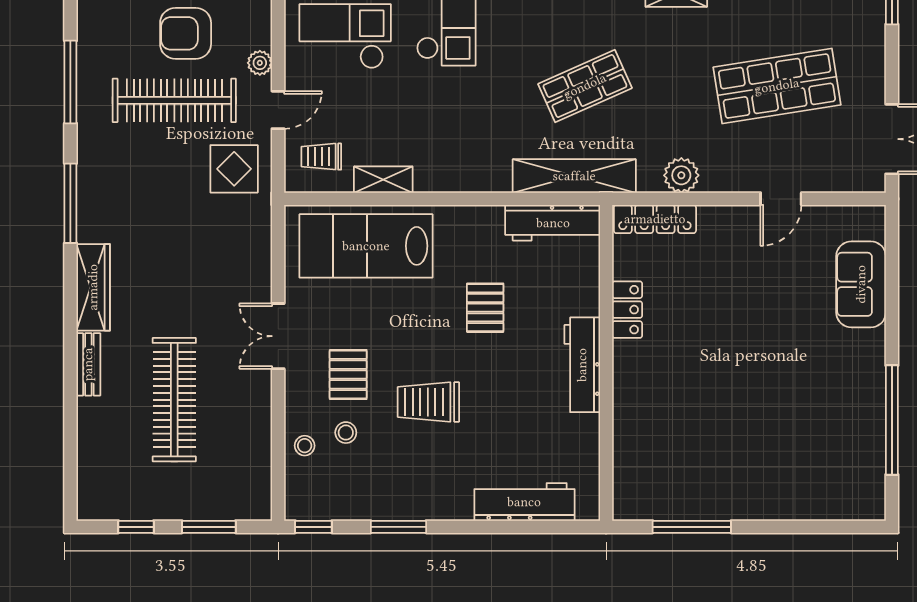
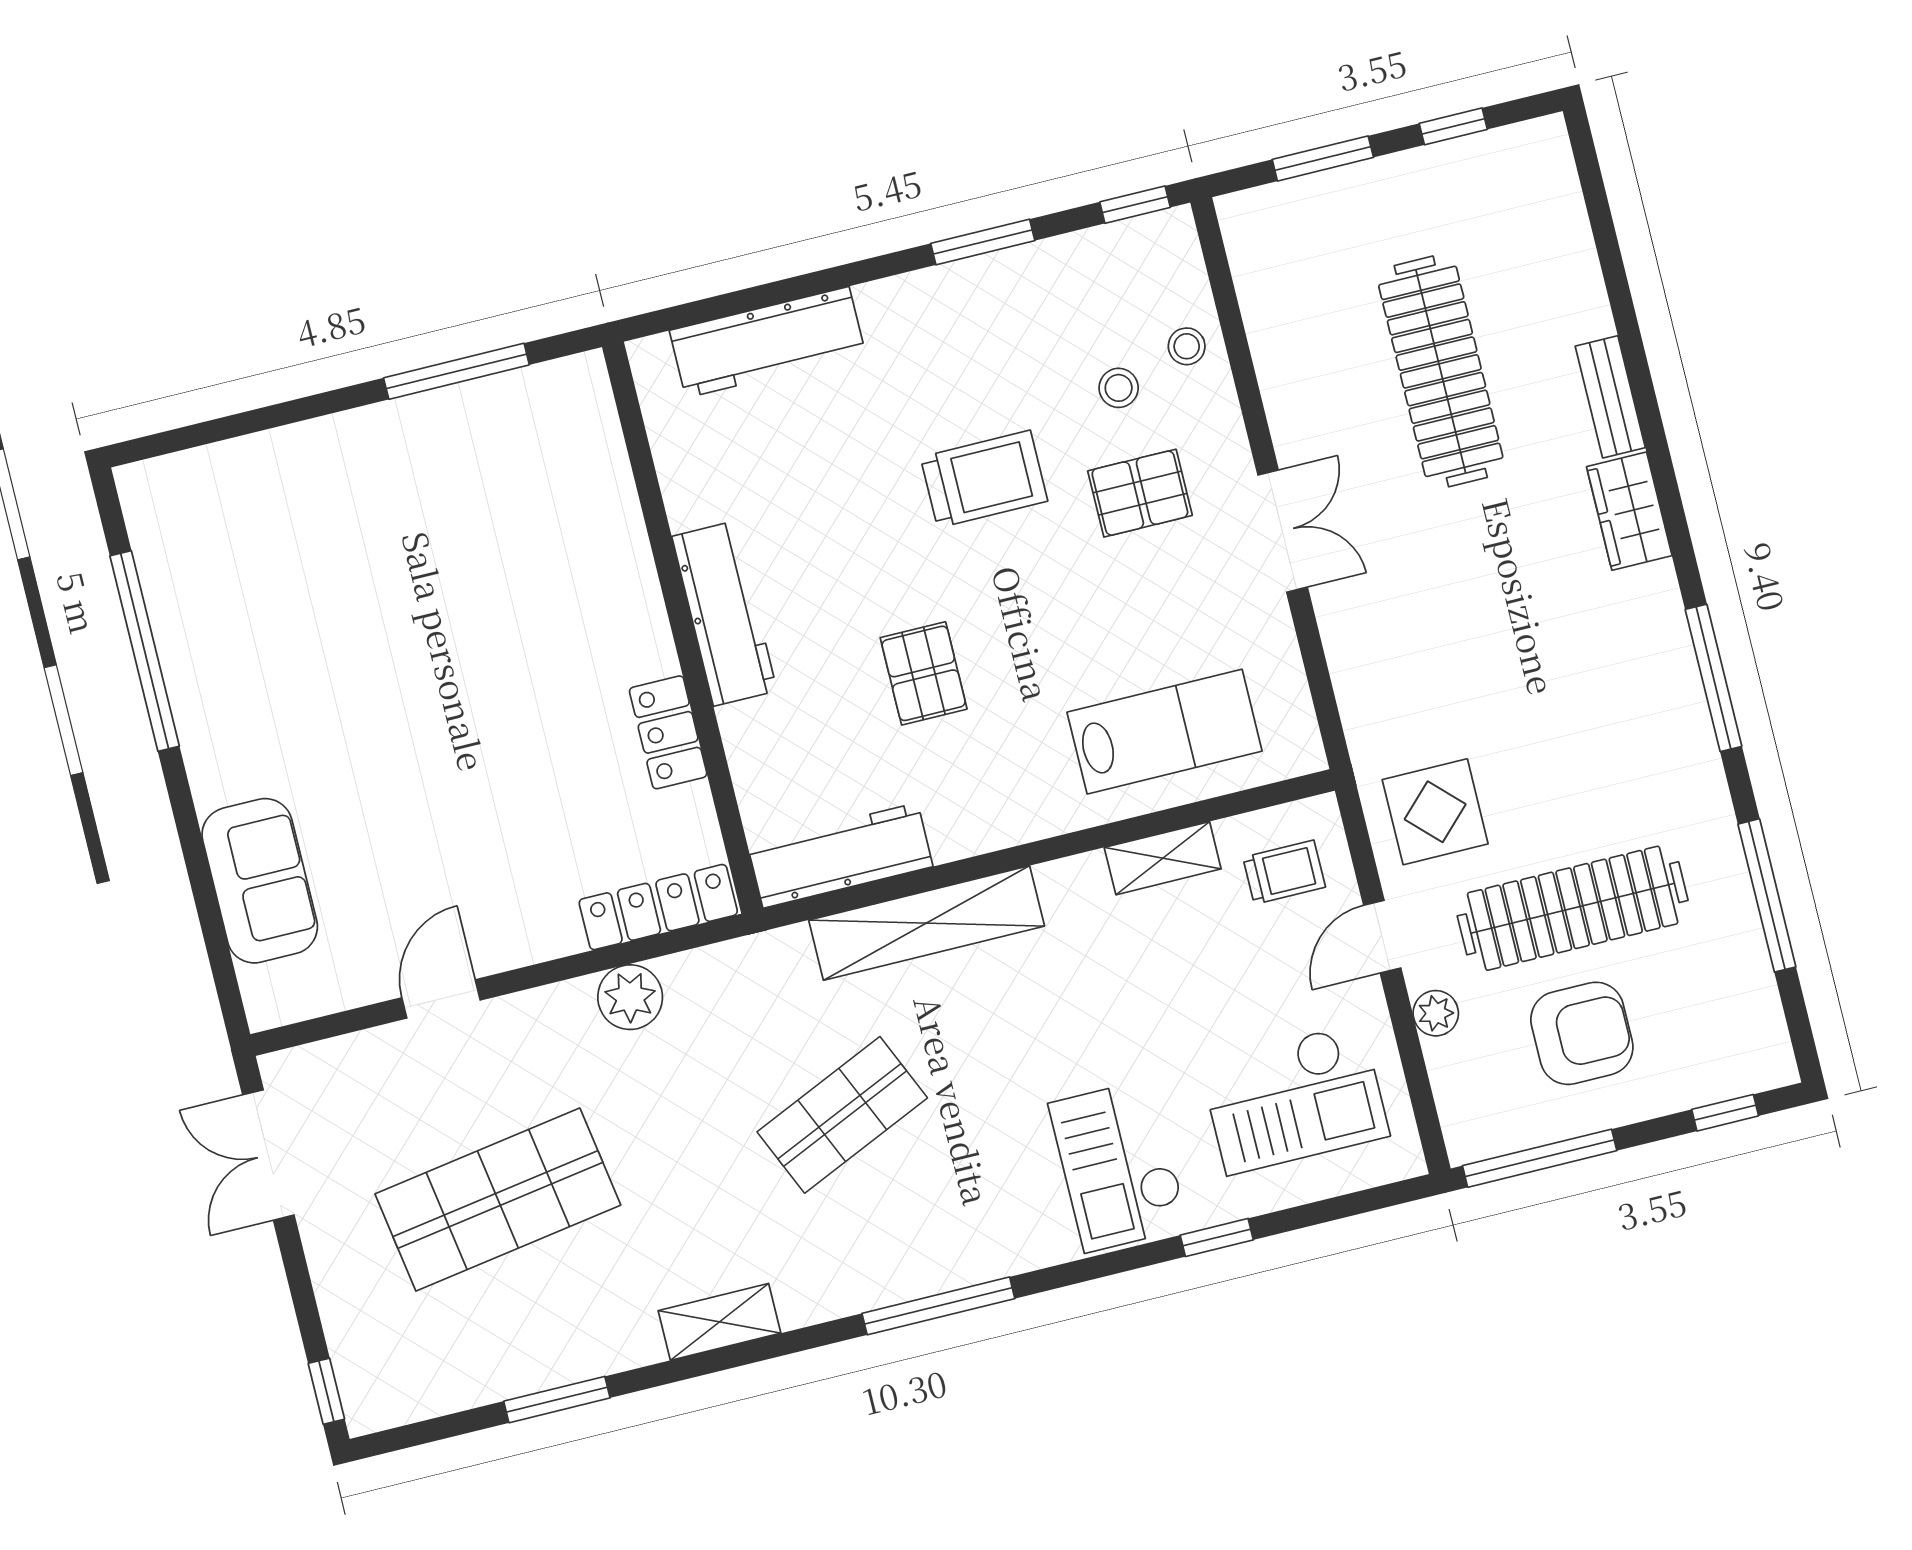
shelving: (574, 176) -> (927, 923), moved
lab bench: (366, 246) -> (1165, 732), width x0.73, depth x0.72
wardrobe: (93, 287) -> (1629, 511), width x0.67
pallet: (348, 374) -> (1140, 493), turned 90

